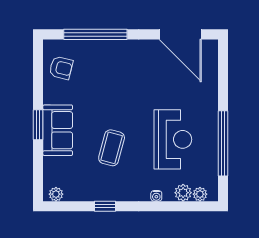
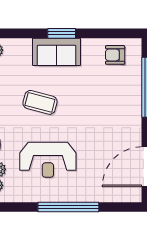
armchair: (61, 68) -> (115, 55), turned 76
window: (223, 143) -> (68, 207), moved

